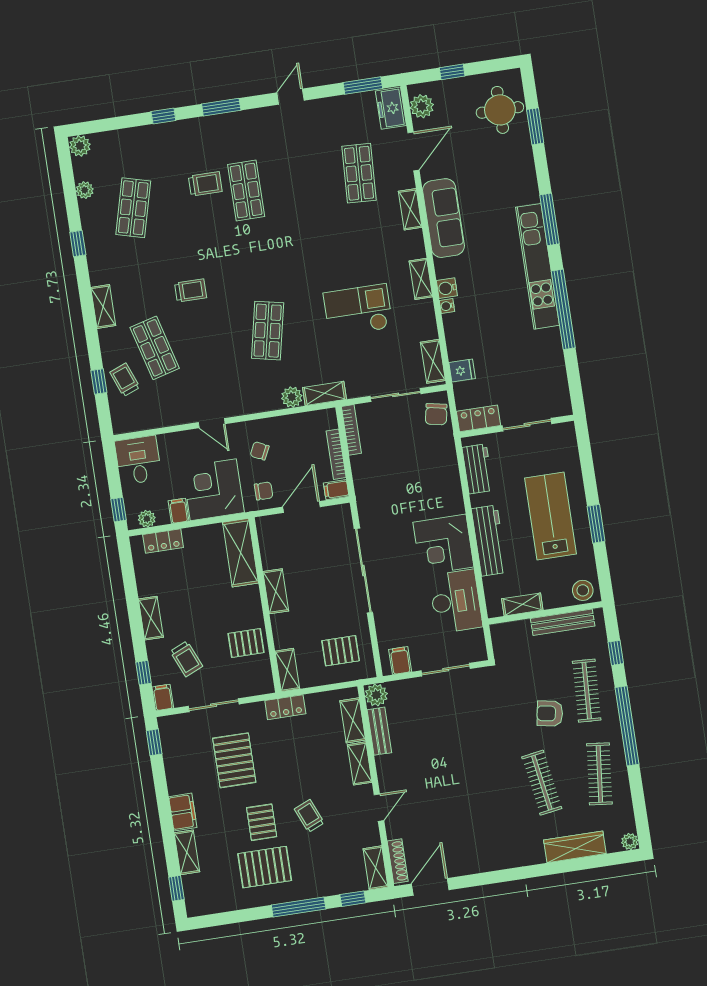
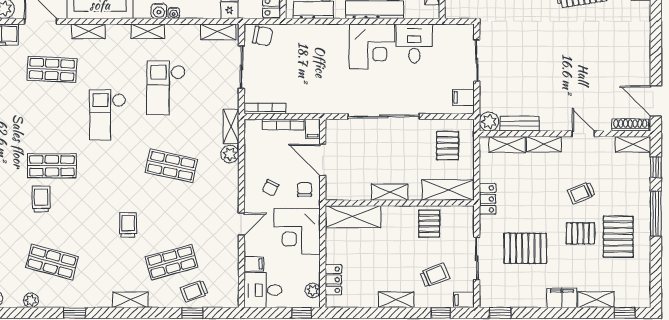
checkout: (316, 247) -> (108, 115), added
filing cabinet: (178, 511) -> (254, 264), moved, turned 180
desk: (456, 601) -> (414, 43), width x0.73
shelving: (287, 670) -> (448, 190), width x1.50, depth x1.33

